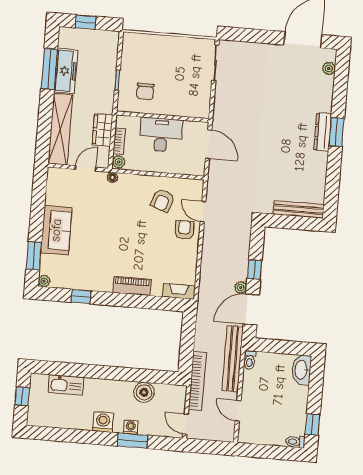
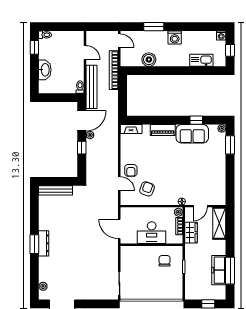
shelving: (60, 129) -> (219, 223), width x0.68
sofa: (56, 230) -> (192, 134), moved, turned -90
washbasin: (301, 370) -> (45, 70), moved
washing machine: (131, 427) -> (221, 35), moved

